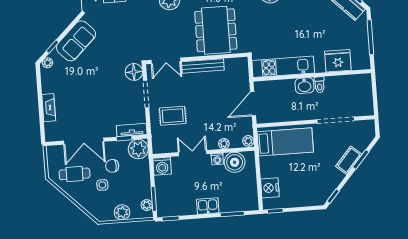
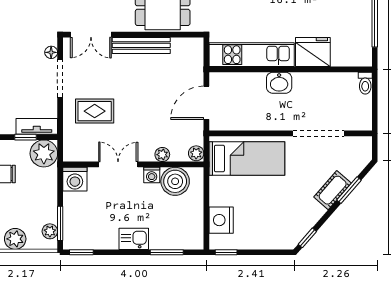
fridge: (338, 61) -> (313, 52), moved
floor lamp: (134, 72) -> (51, 52), width x0.53, depth x0.53
toilet: (320, 85) -> (365, 83), moved

